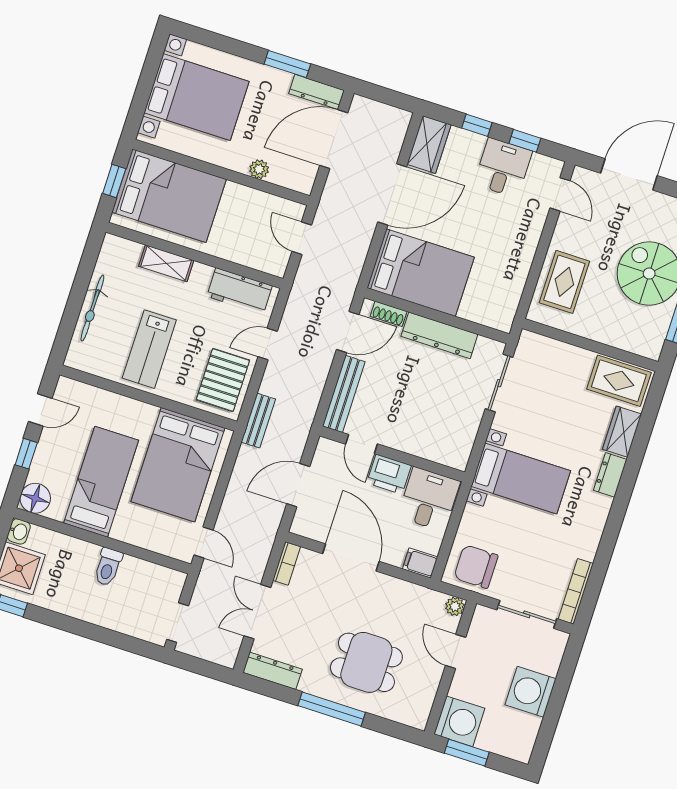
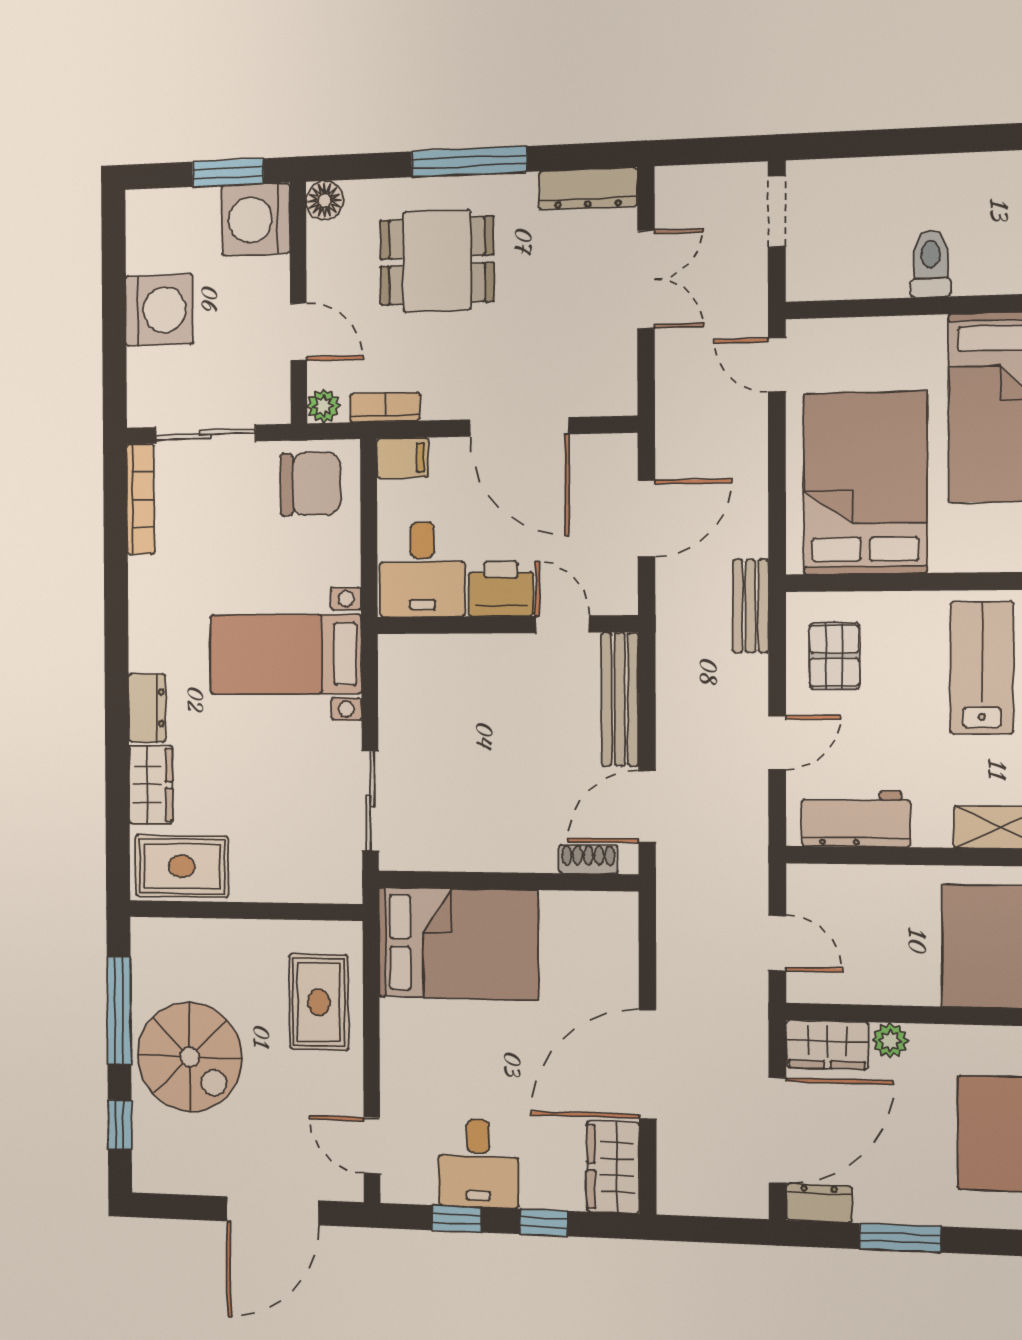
dresser: (317, 92) -> (819, 1203), width x0.70
wardrobe: (293, 177) -> (827, 1045), added
bed: (421, 273) -> (458, 944), moved, turned 180
dresser: (439, 335) -> (493, 850), removed
pallet: (223, 380) -> (834, 656), width x0.67, depth x0.71
bookcase: (287, 563) -> (385, 407), moved, turned 90
floor lamp: (418, 717) -> (325, 200), added

